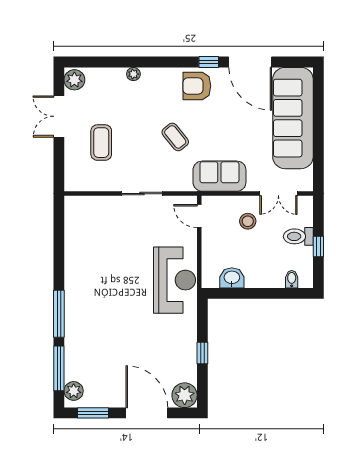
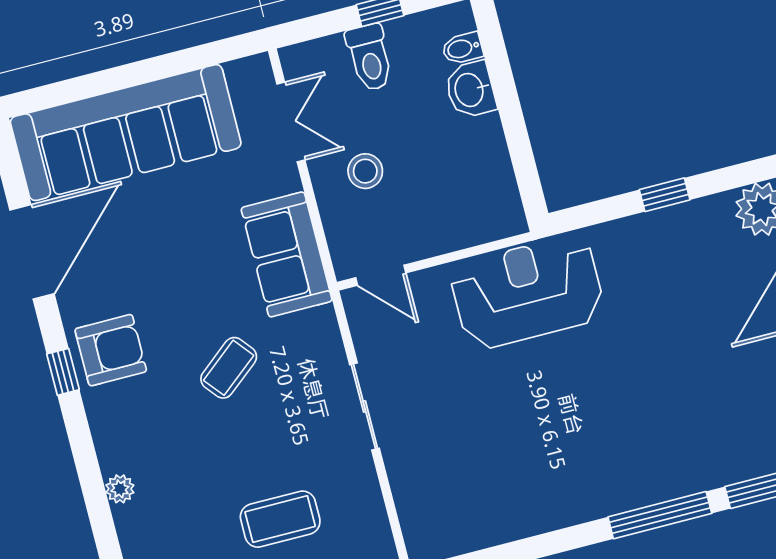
window: (209, 62) -> (63, 372), moved
armchair: (197, 86) -> (111, 350), turned -90
door: (199, 216) -> (381, 275), hinge flipped
washbasin: (232, 278) -> (470, 90), moved

